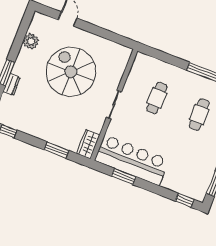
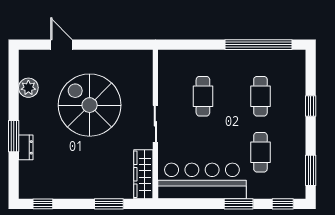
wardrobe: (88, 144) -> (143, 174), width x1.50
cafe table: (183, 156) -> (260, 152), added
window: (124, 176) -> (239, 204), moved

